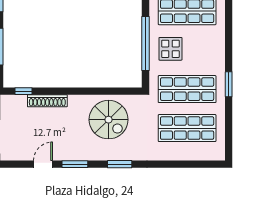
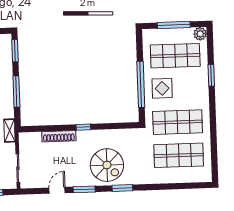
window: (229, 84) -> (211, 75), moved
window: (23, 91) -> (83, 127), moved
spiral stairs: (109, 120) -> (107, 165), moved

